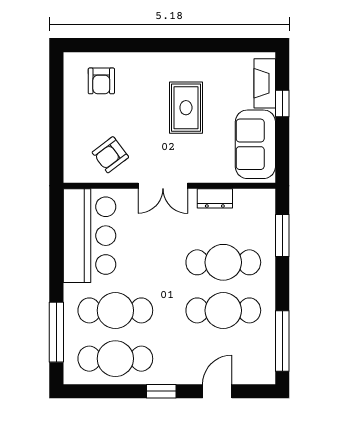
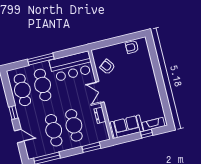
armchair: (101, 81) -> (132, 47), moved
rug: (186, 108) -> (135, 94), removed
window: (56, 332) -> (41, 59), moved

